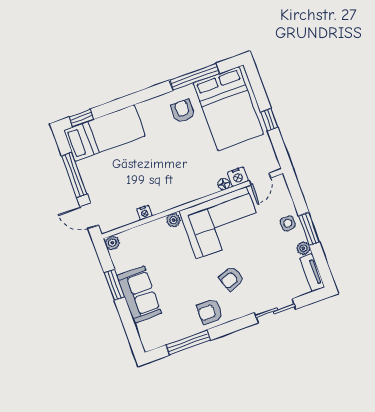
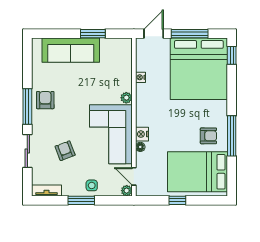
window: (195, 77) -> (232, 136), moved
bed: (105, 133) -> (199, 69), width x2.04
nightstand: (238, 177) -> (142, 134), moved
plant: (112, 243) -> (126, 44), removed
plant: (303, 248) -> (127, 191), moved
armchair: (231, 279) -> (65, 151), moved
sofa: (139, 295) -> (71, 50), width x1.36
window: (188, 343) -> (27, 106), moved

